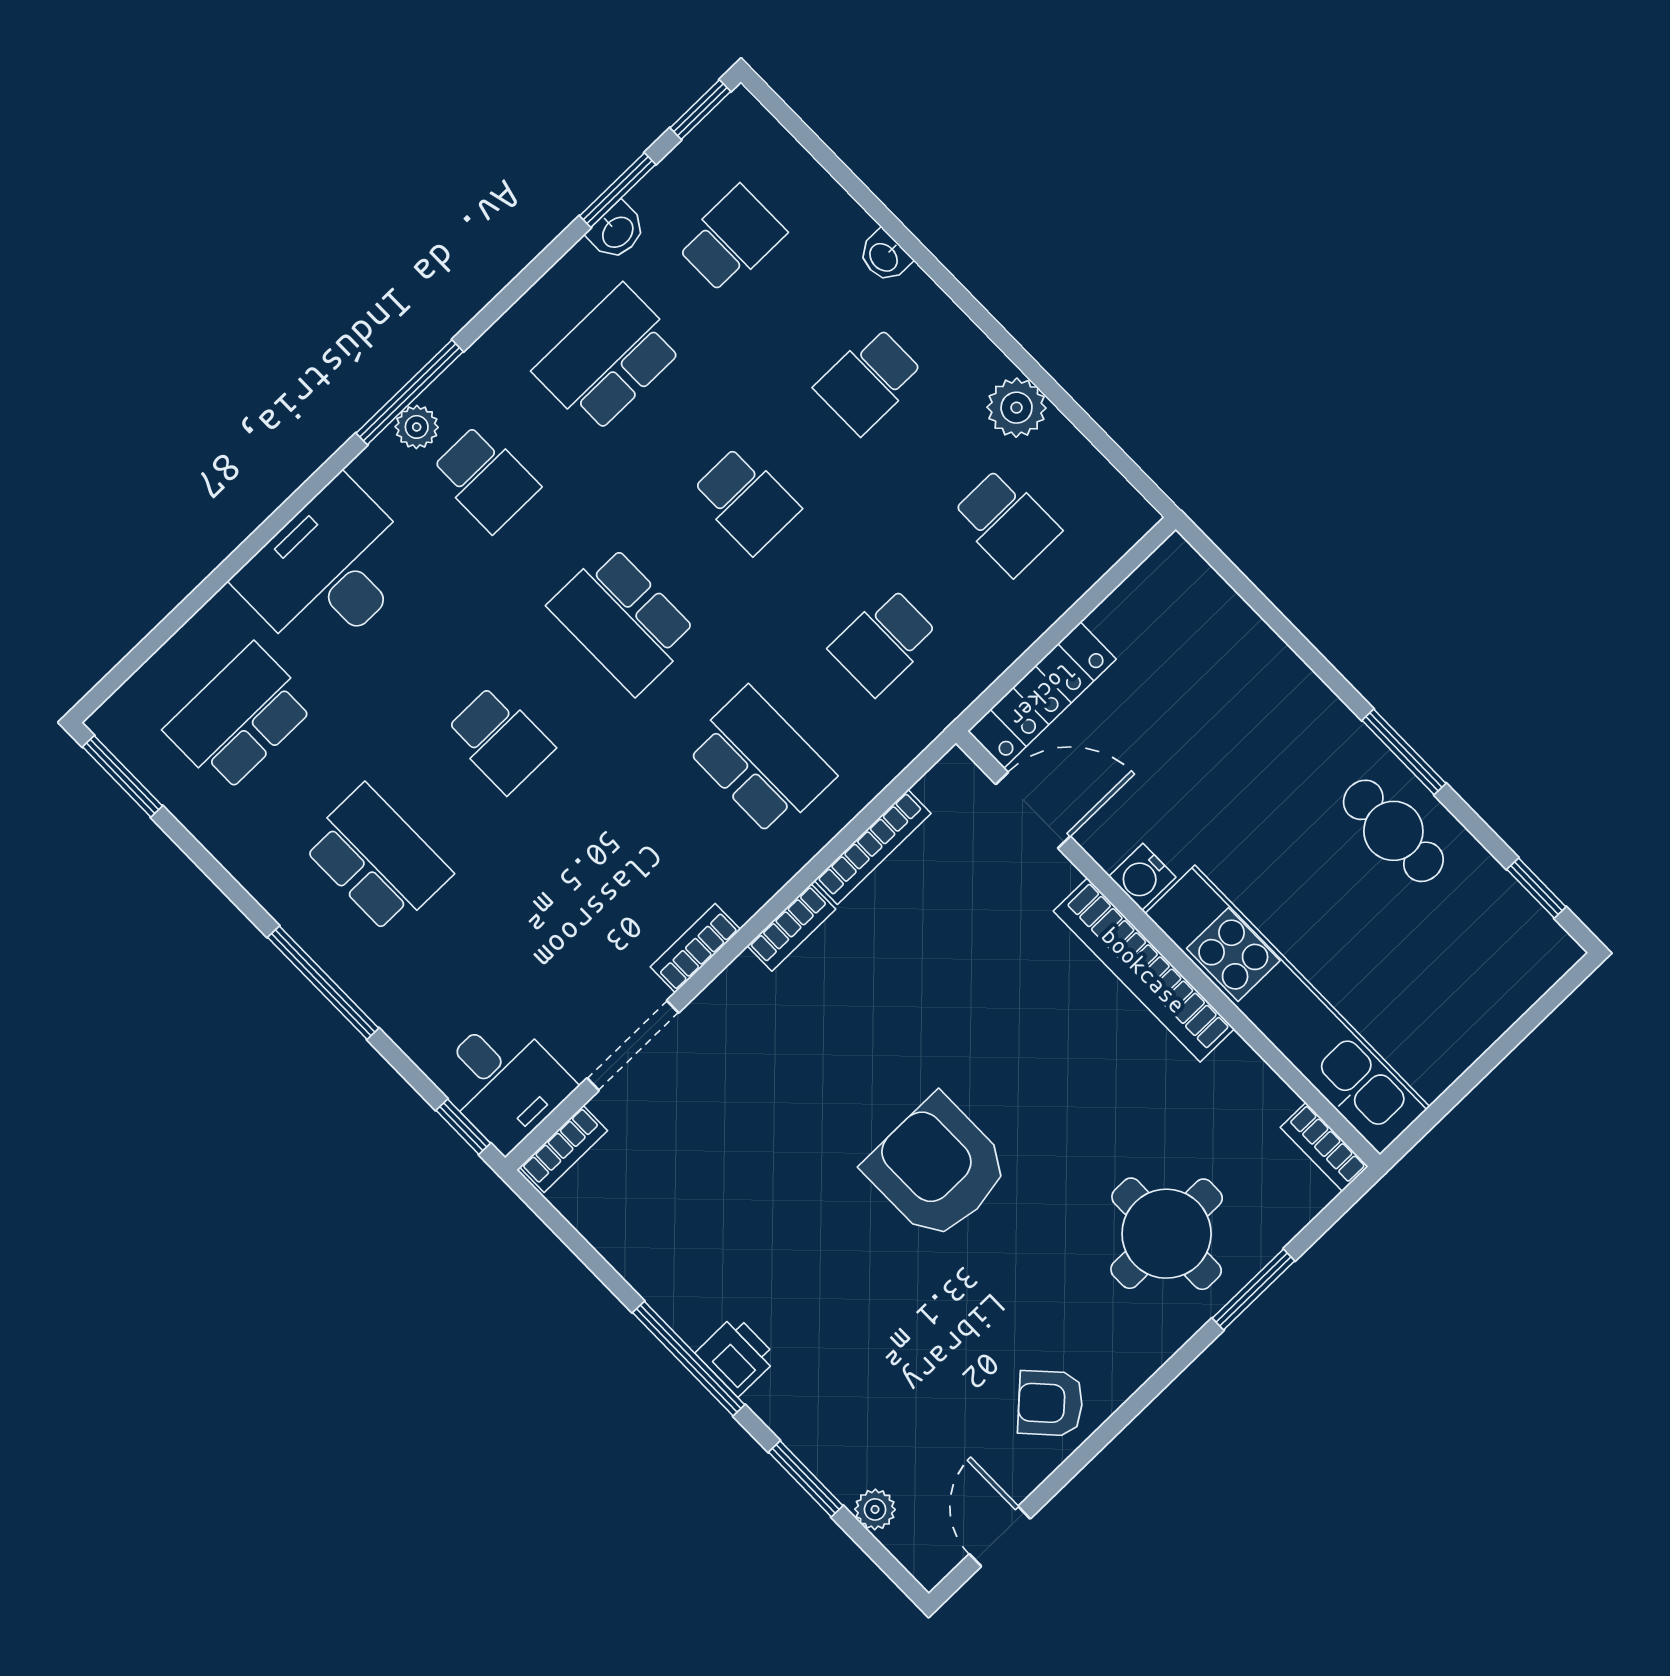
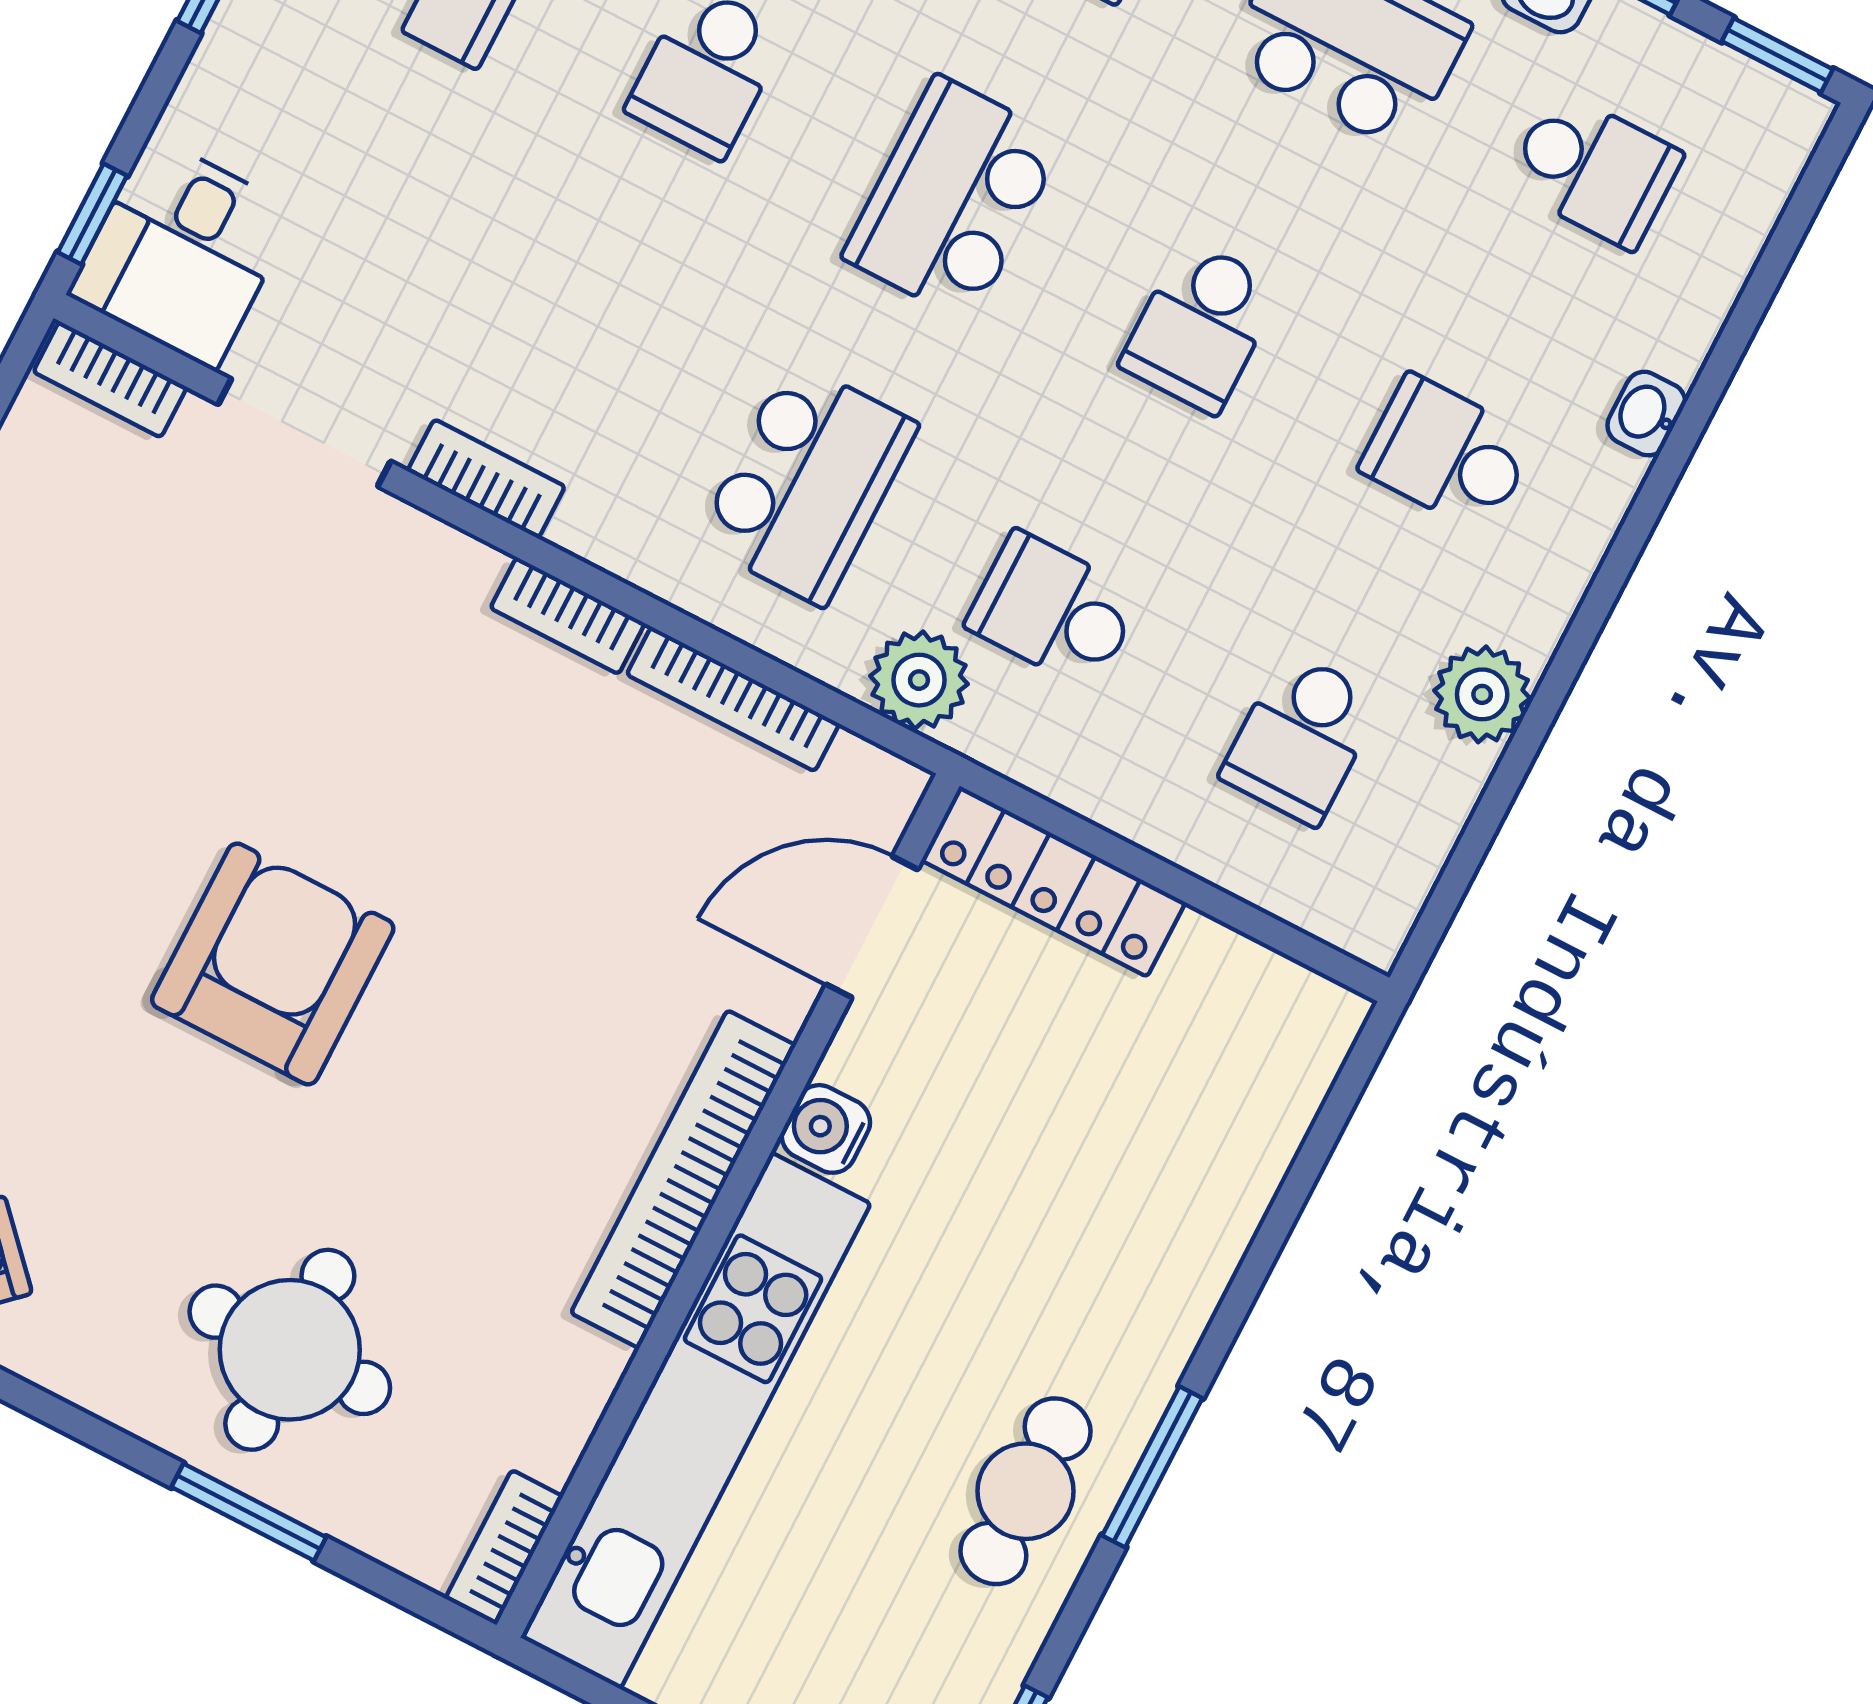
plant: (898, 734) -> (919, 680), added
door: (1033, 810) -> (872, 927), swing flipped

